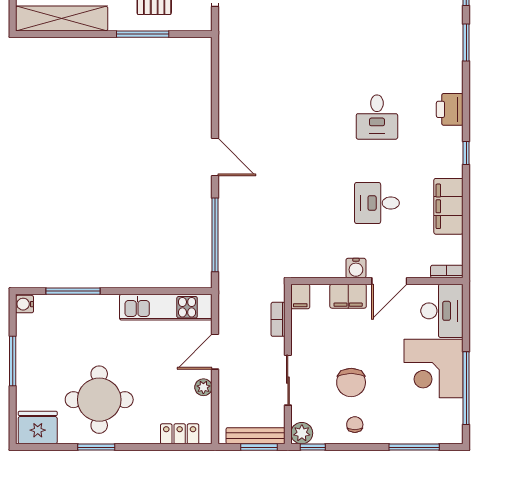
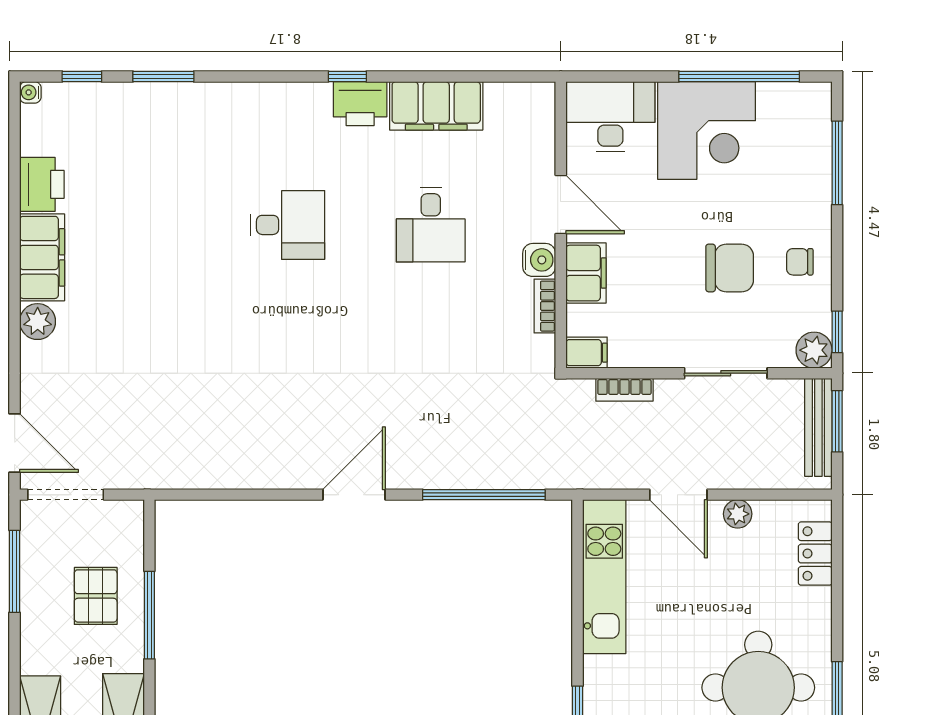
printer: (450, 109) -> (360, 104), moved
bookcase: (447, 272) -> (545, 306), moved

